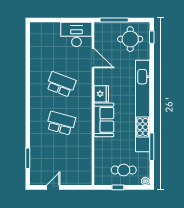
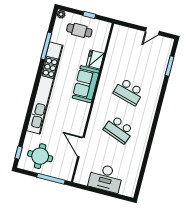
desk: (76, 34) -> (106, 178), moved
fridge: (101, 94) -> (95, 60), moved

